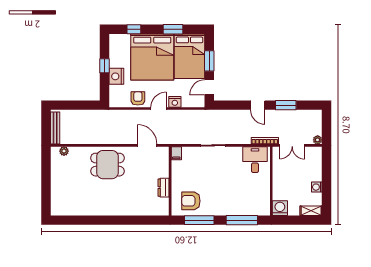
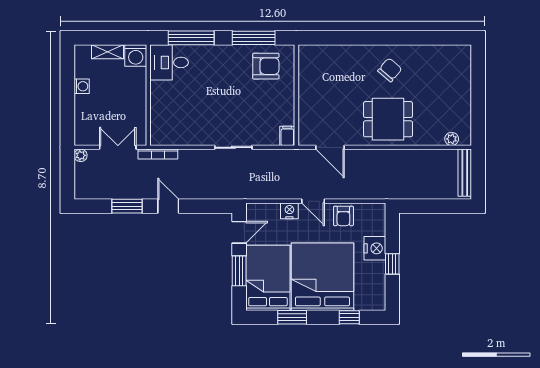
door: (159, 109) -> (313, 201), hinge flipped
desk: (255, 160) -> (169, 62), moved, turned 90
dresser: (164, 188) -> (306, 85), removed
chair: (106, 198) -> (390, 70), added
shelving: (311, 211) -> (108, 52), moved

